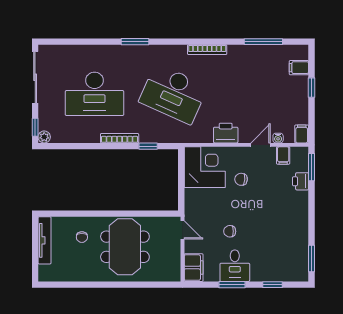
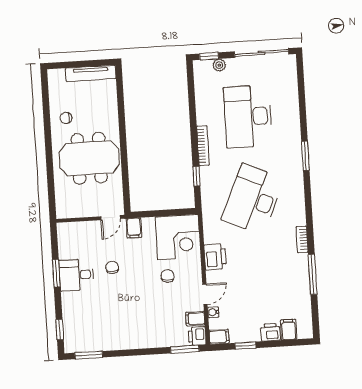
window: (263, 42) -> (313, 274), moved
bookcase: (207, 50) -> (302, 239), width x0.64
printer: (300, 85) -> (270, 332), added
window: (312, 88) -> (245, 346), moved
plant: (44, 137) -> (219, 65), moved
door: (261, 145) -> (205, 294), hinge flipped
printer: (301, 181) -> (197, 336), moved, turned -90
chair: (82, 237) -> (66, 118), moved
filing cabinet: (194, 268) -> (134, 228), moved, width x0.50
window: (273, 285) -> (60, 330), moved

